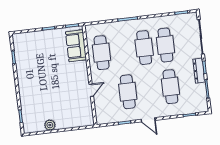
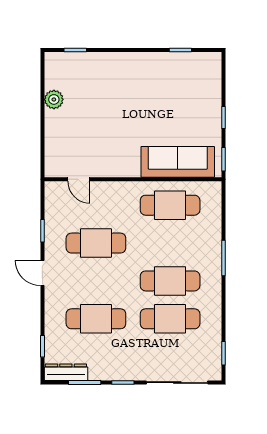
sofa: (76, 46) -> (178, 162), width x1.36
dresser: (199, 71) -> (66, 372), moved
door: (91, 90) -> (79, 179), moved
door: (148, 120) -> (42, 273), hinge flipped

